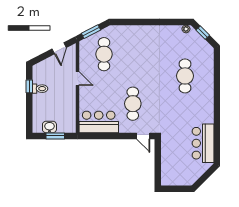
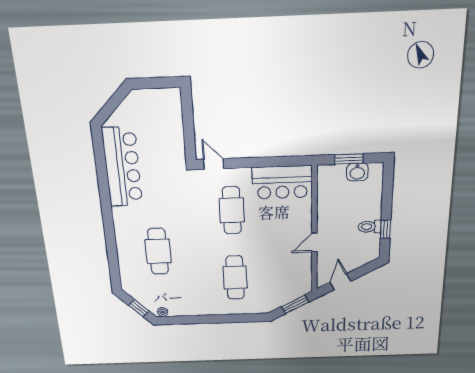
cafe table: (104, 54) -> (235, 277), moved
door: (77, 78) -> (314, 242), hinge flipped
bar counter: (203, 143) -> (122, 167), width x1.36

